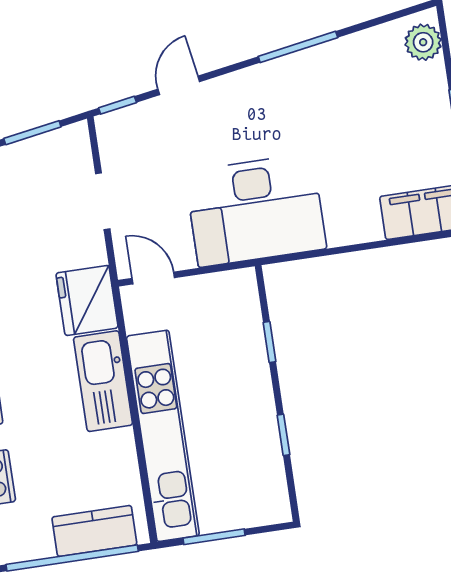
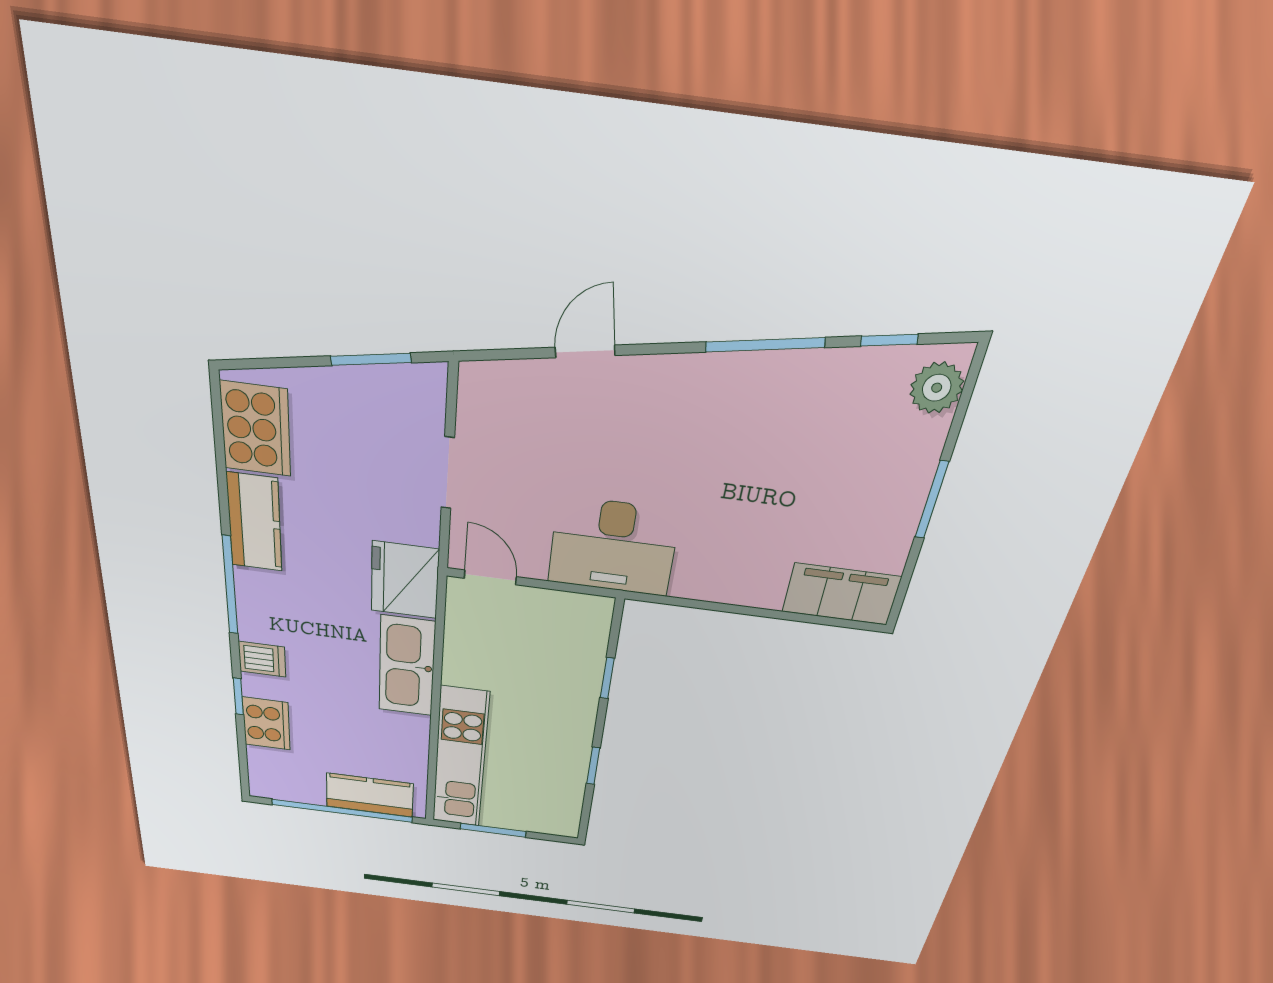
window: (117, 105) -> (889, 340), moved
desk: (256, 210) -> (613, 546), width x0.73, depth x0.77
kitchen unit: (163, 436) -> (460, 758), width x0.73

